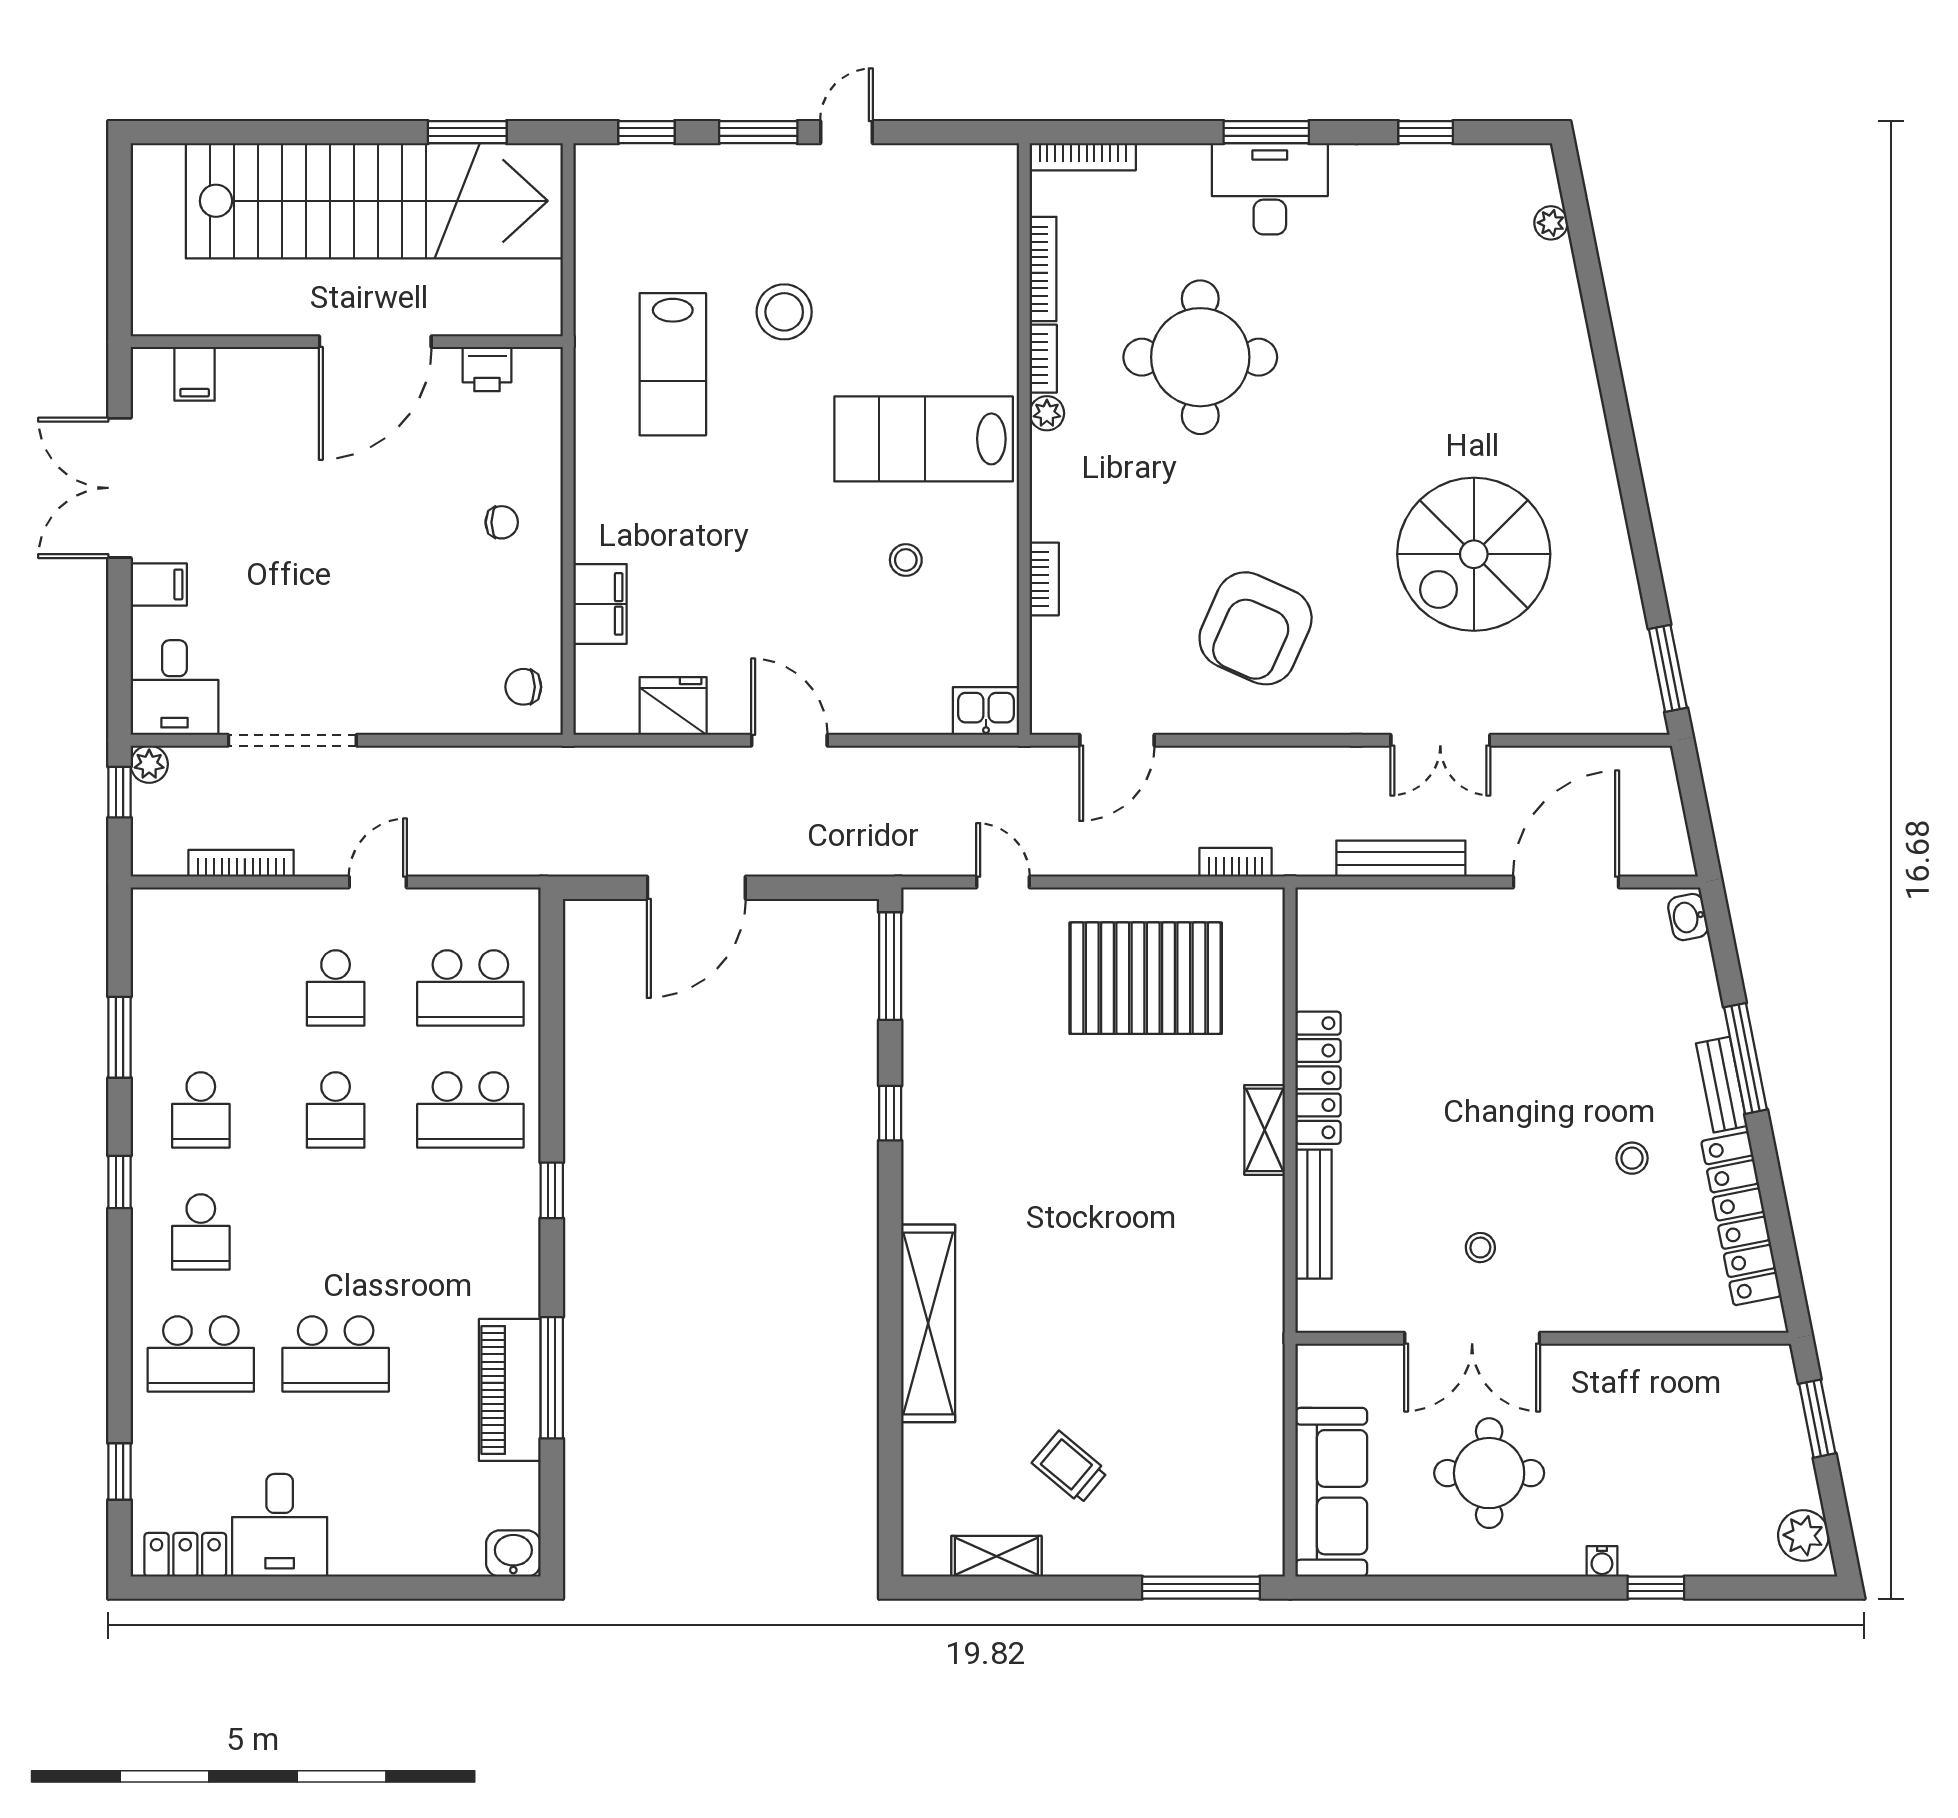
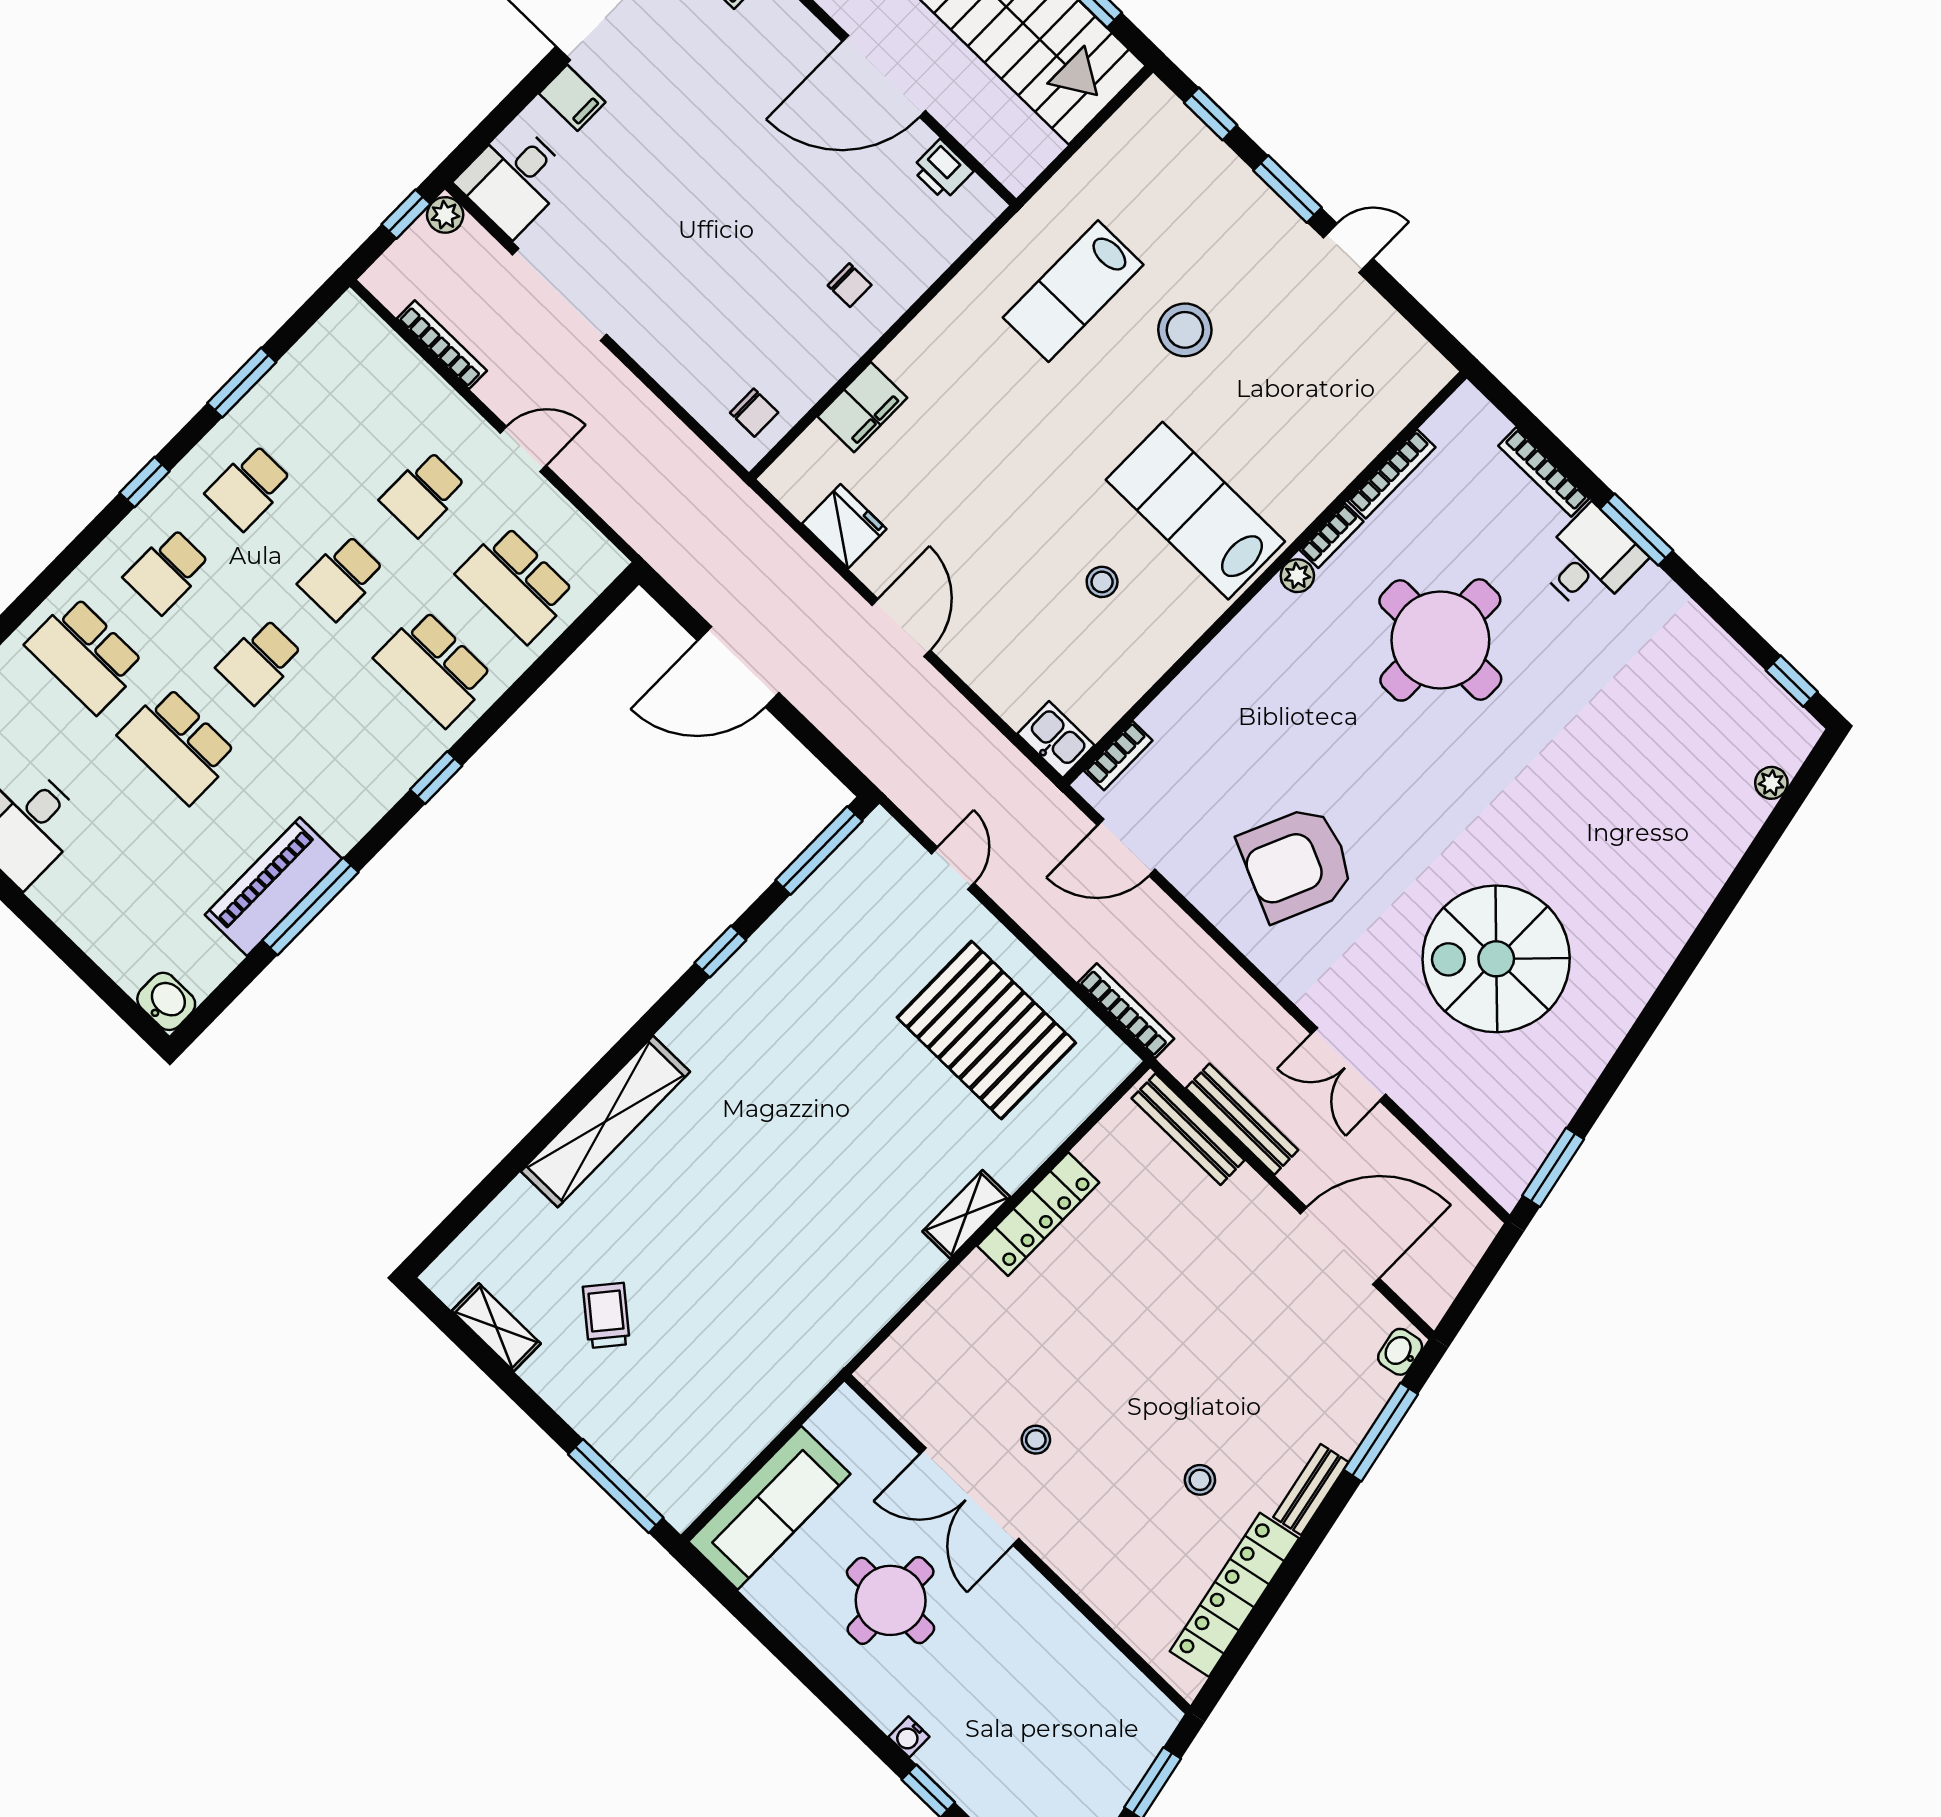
window: (1426, 132) -> (1792, 681), moved
bookcase: (1083, 157) -> (1544, 472), moved
desk: (1270, 189) -> (1590, 560), width x0.73
bookcase: (1044, 579) -> (1118, 756), moved
chair: (523, 687) -> (754, 413), turned 180
bookcase: (1236, 862) -> (1126, 1011), width x1.56
window: (1746, 1058) -> (1381, 1432), moved
bench: (1314, 1214) -> (1188, 1129), moved, turned 90
school desk: (336, 1232) -> (260, 661), added

